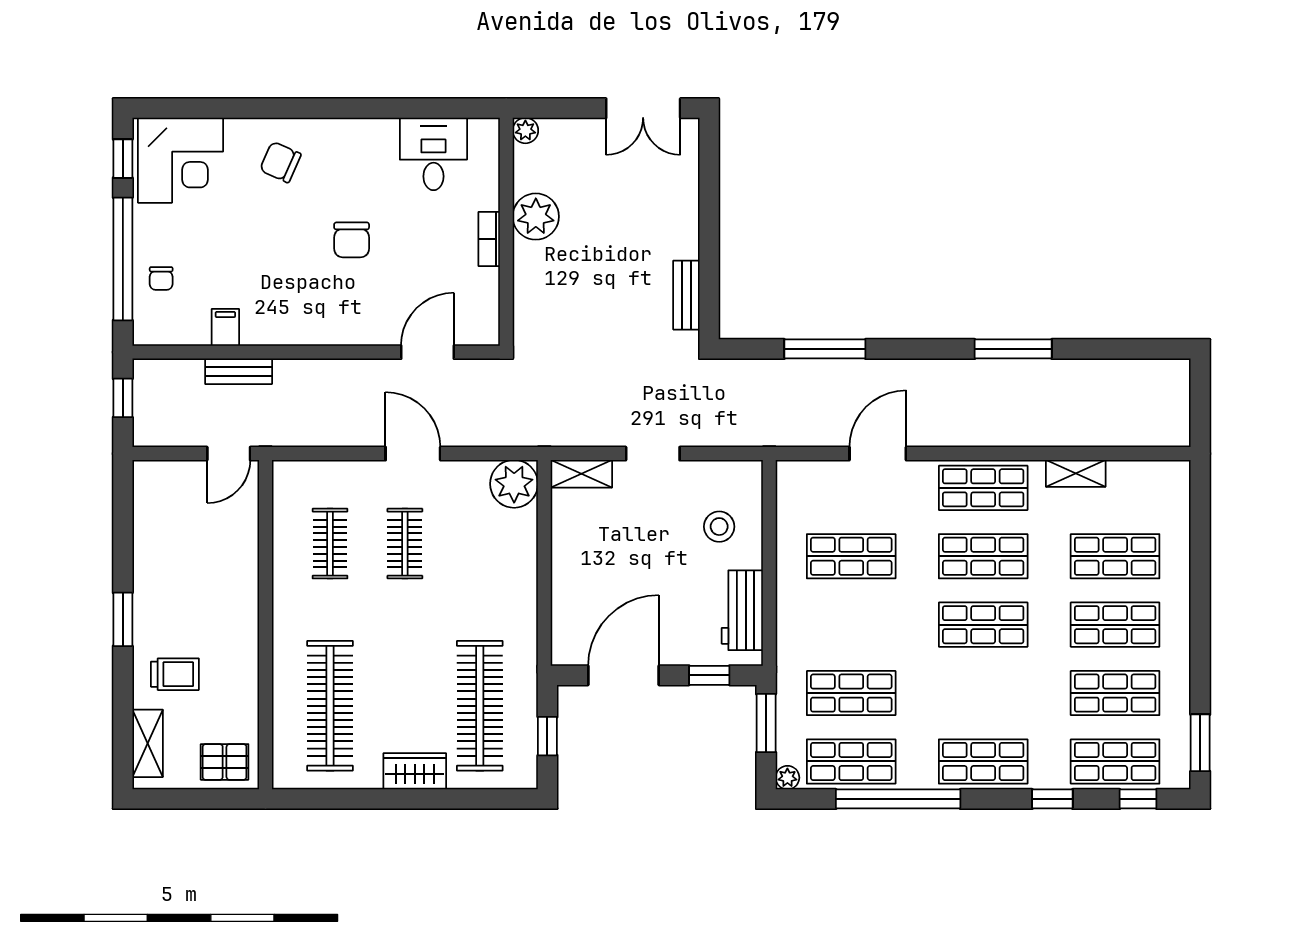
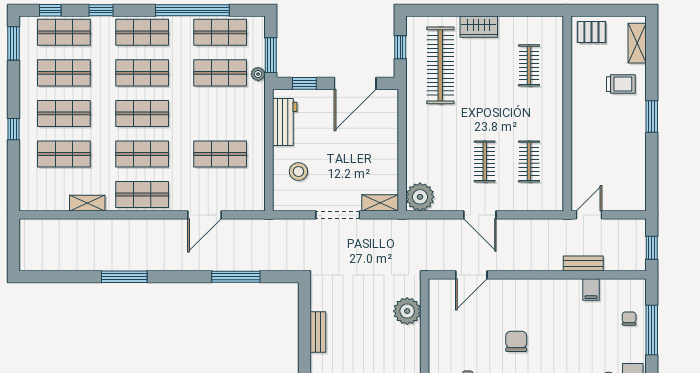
plant: (536, 217) -> (407, 311), moved
bookcase: (489, 239) -> (435, 342), removed
window: (123, 259) -> (652, 330), width x0.68
bench: (686, 295) -> (318, 332), moved
doorway: (653, 454) -> (338, 215), width x1.38
window: (1200, 598) -> (13, 129), added
trolley: (175, 674) -> (621, 84), turned 180
shop shelf: (983, 693) -> (142, 73), added
clothes rail: (330, 706) -> (529, 65), width x0.54, depth x0.76
plant: (787, 778) -> (258, 74), moved

